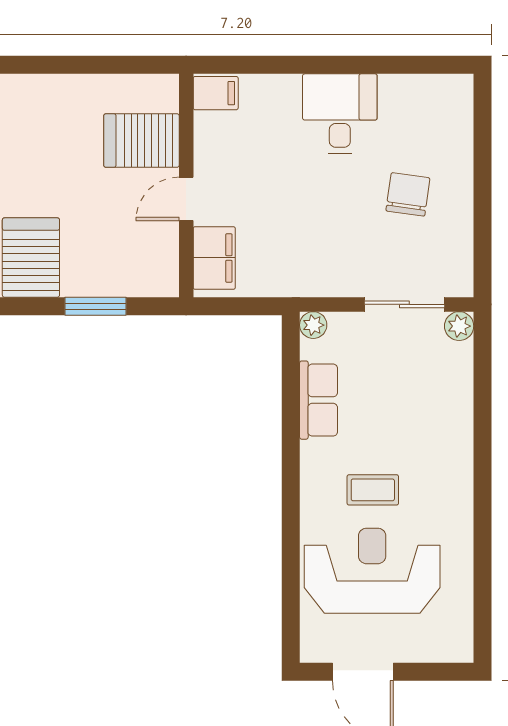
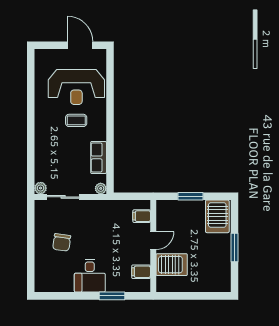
window: (286, 65) -> (112, 296), added
filing cabinet: (216, 93) -> (141, 272), moved
filing cabinet: (214, 258) -> (142, 216), width x0.50

